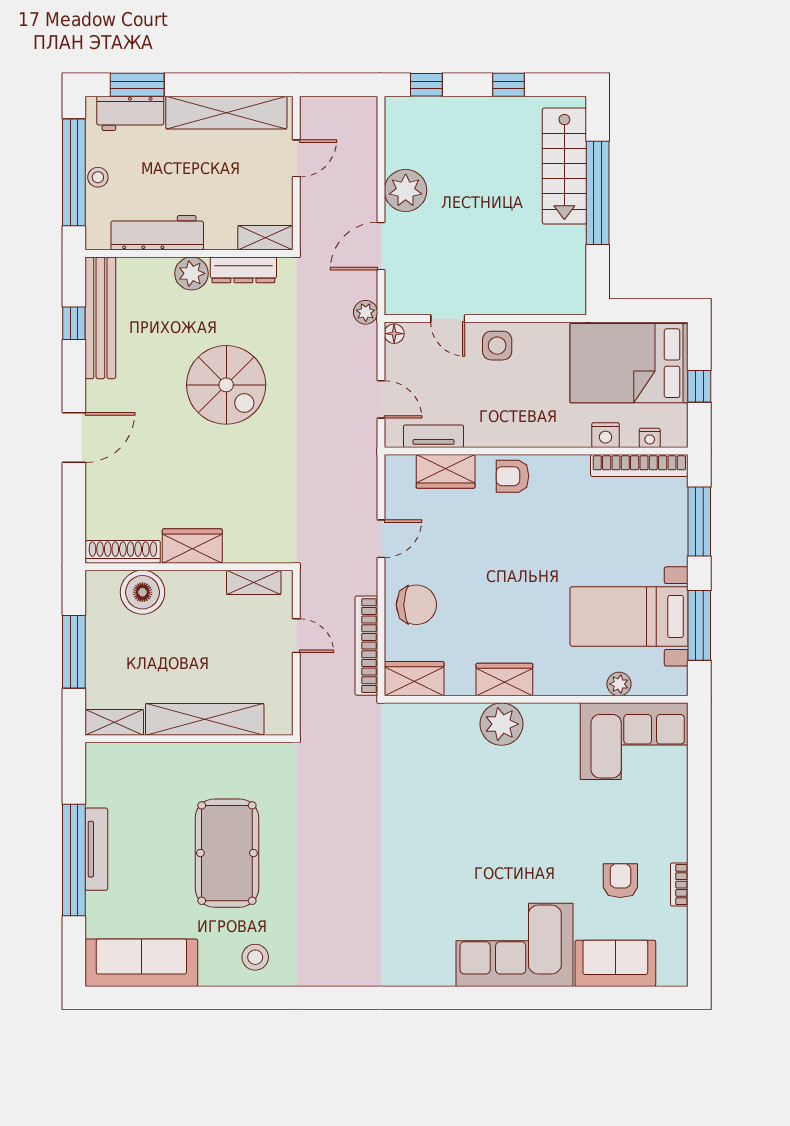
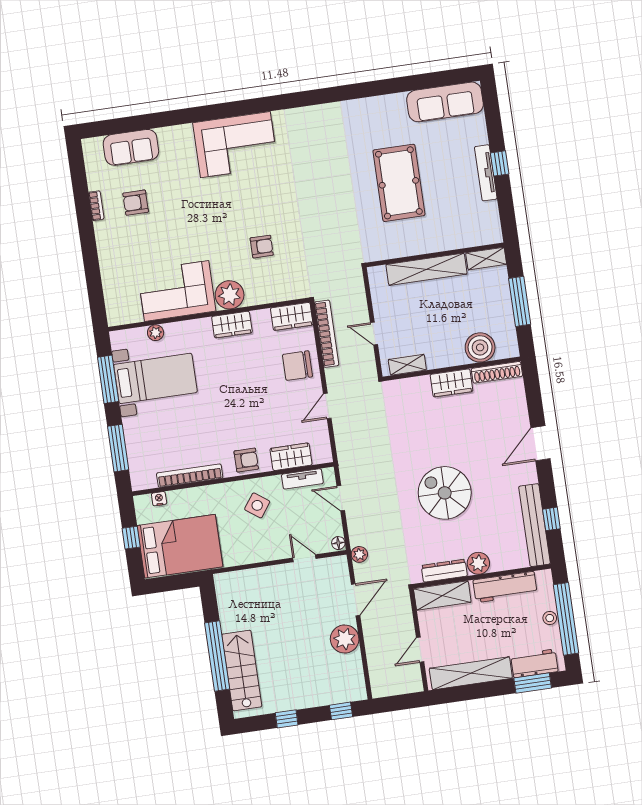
shelving: (265, 238) -> (442, 596), width x1.50, depth x1.33
side table: (497, 346) -> (257, 505), moved, turned 36
nightstand: (605, 435) -> (189, 496), removed
bookcase: (639, 465) -> (190, 476), moved
corner sofa: (634, 741) -> (177, 291), moved
armchair: (444, 788) -> (262, 247), added
window: (74, 860) -> (500, 163), width x0.32
armchair: (620, 881) -> (136, 203), turned 90
corner sofa: (514, 945) -> (235, 145), moved
stool: (255, 957) -> (370, 117), removed

